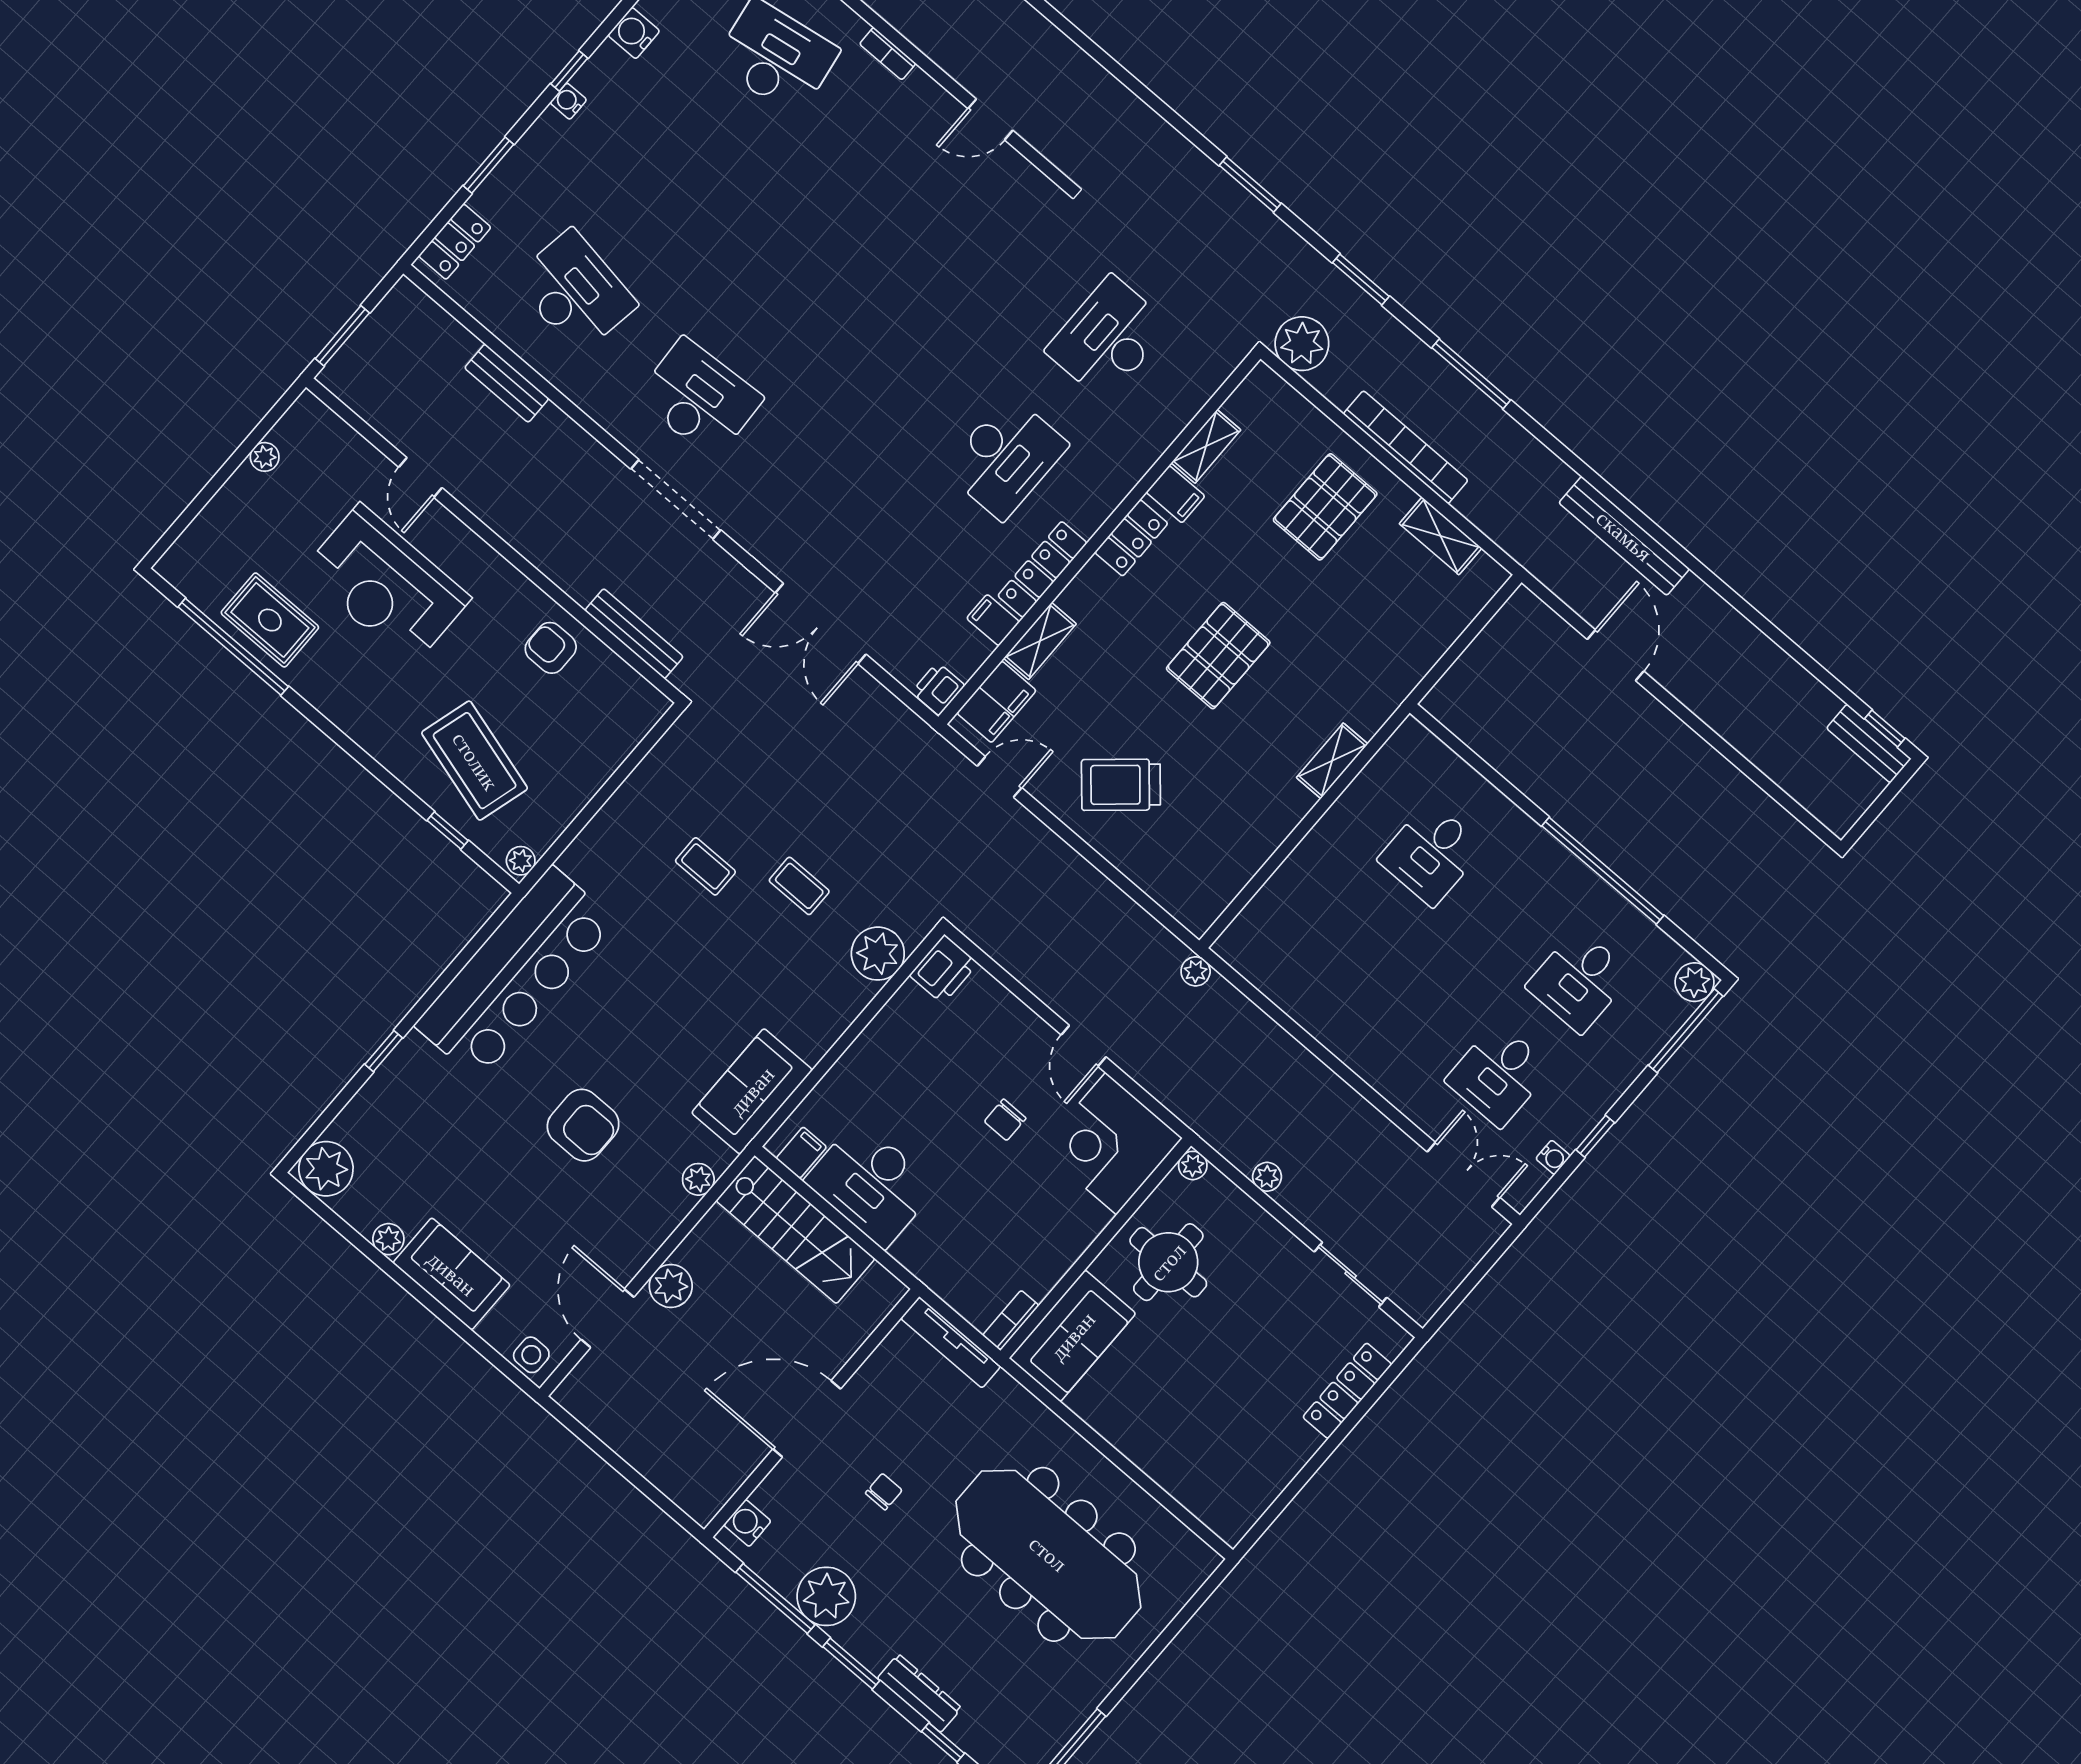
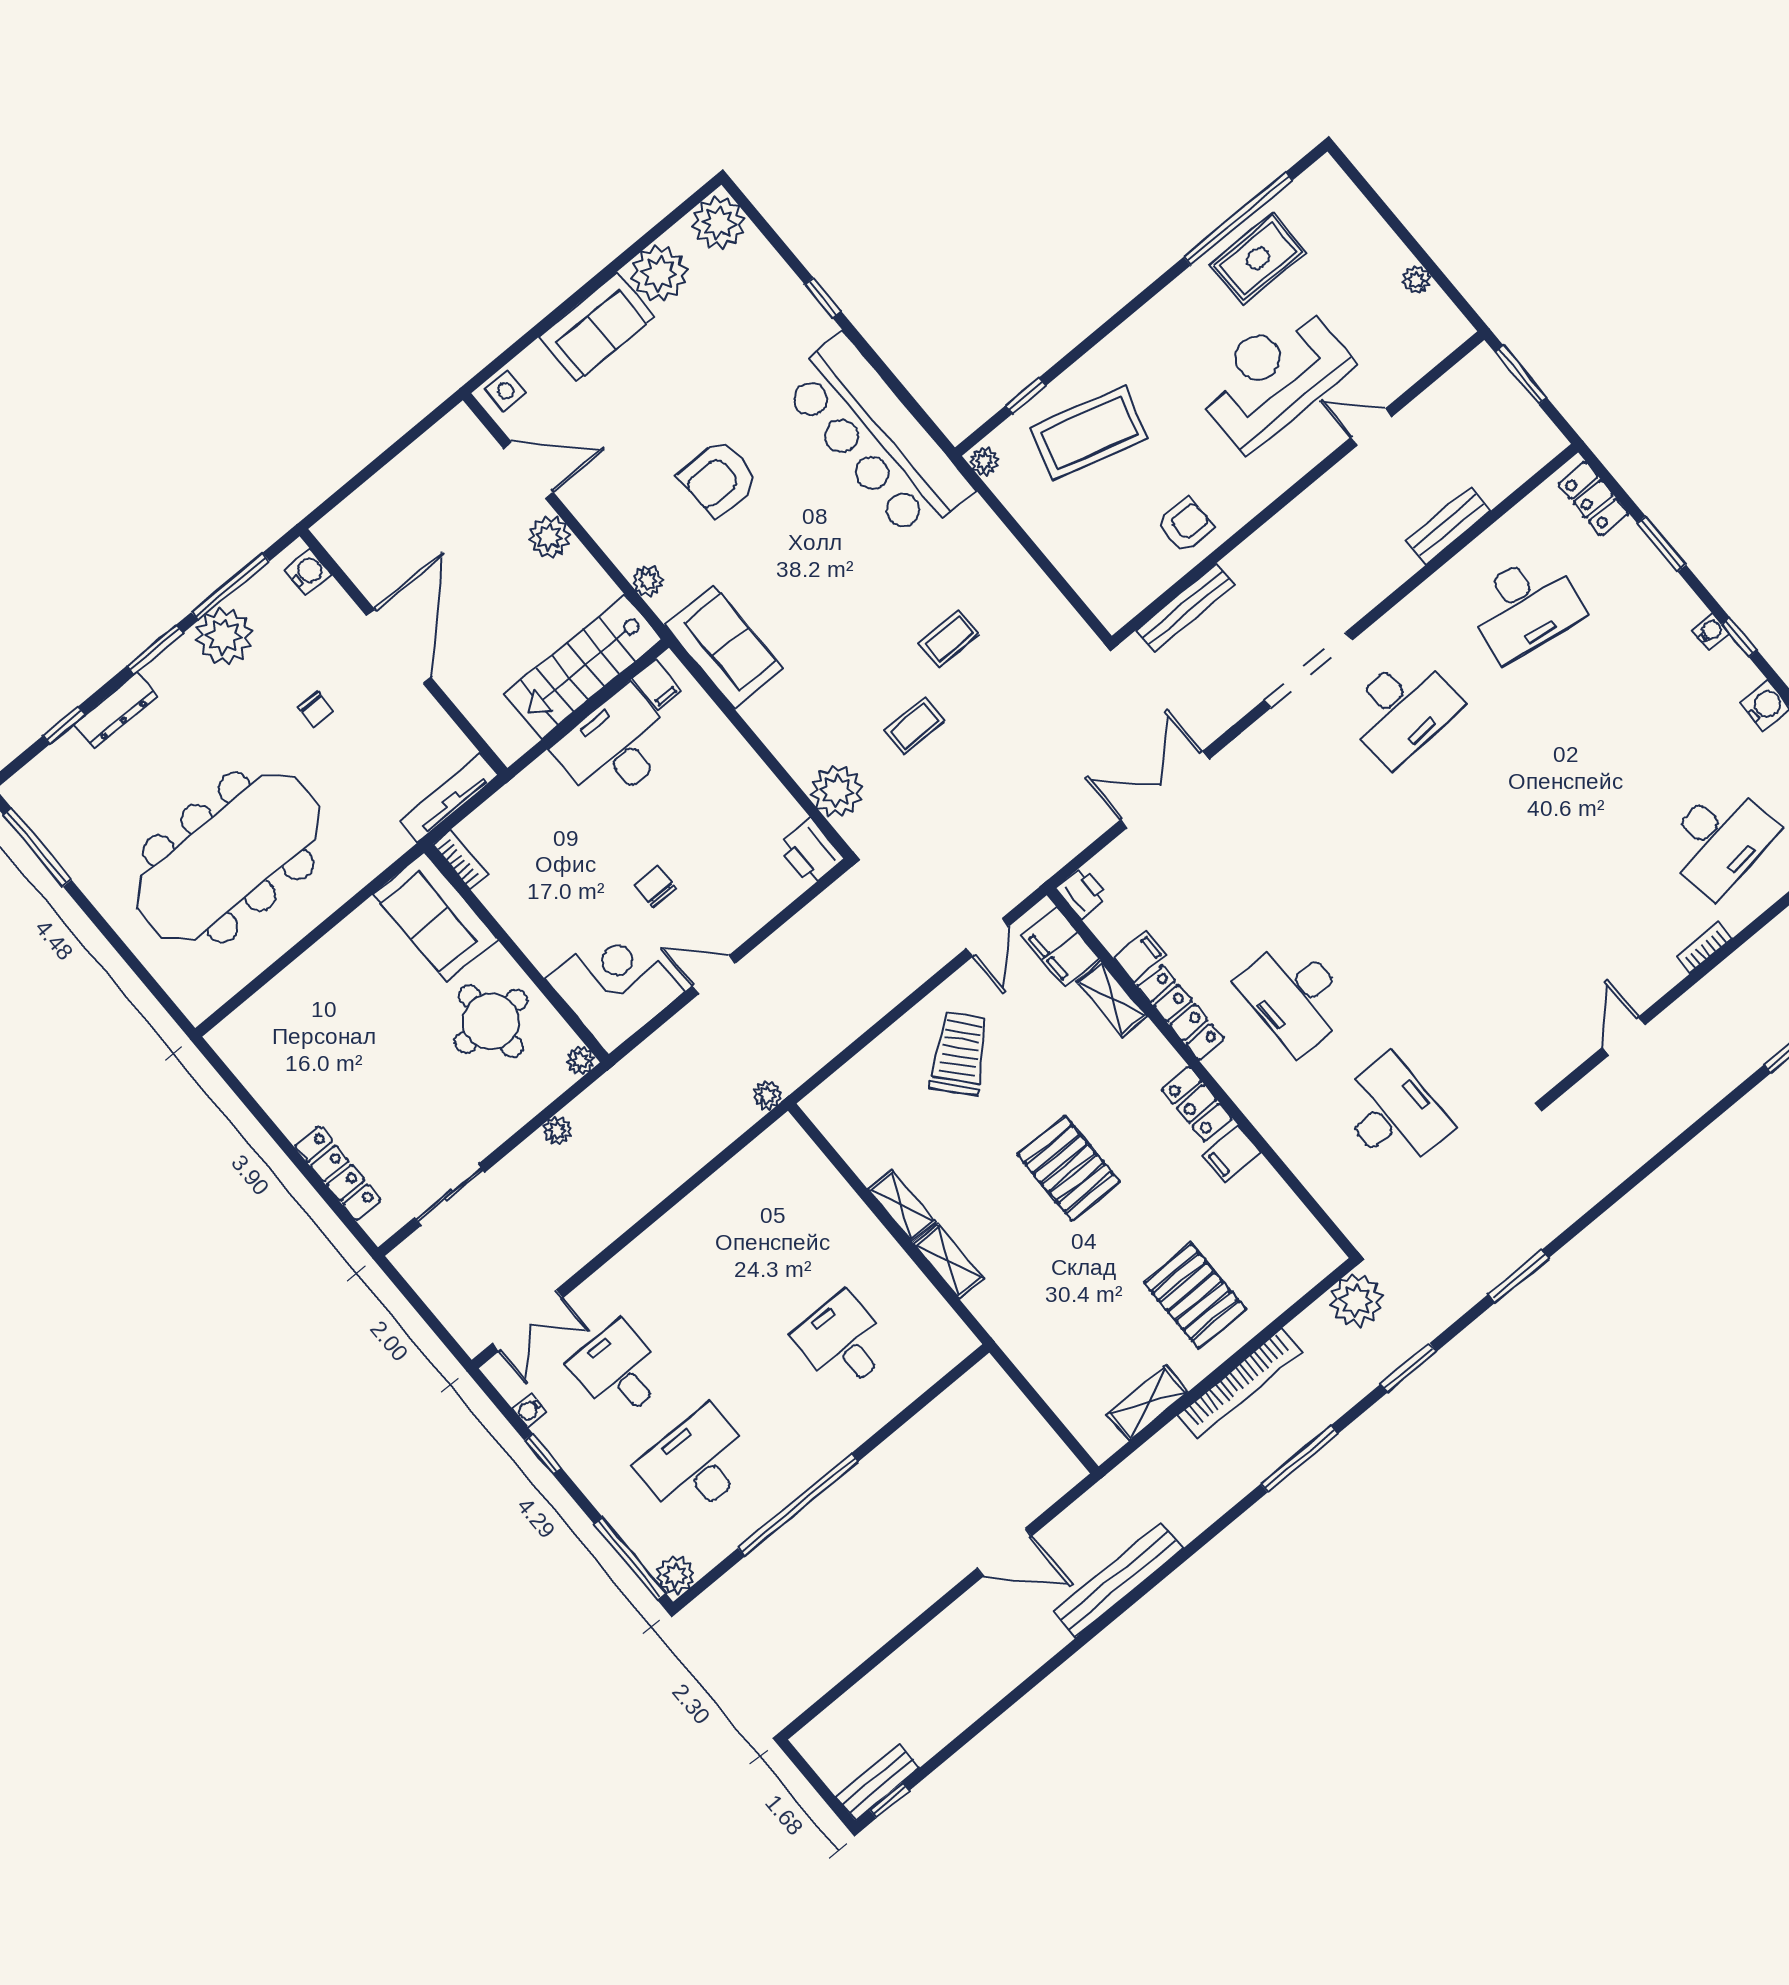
shelving: (1206, 446) -> (902, 1206), moved
desk: (1579, 980) -> (696, 1464), width x1.37
plant: (388, 1239) -> (659, 273), width x1.88, depth x1.88

